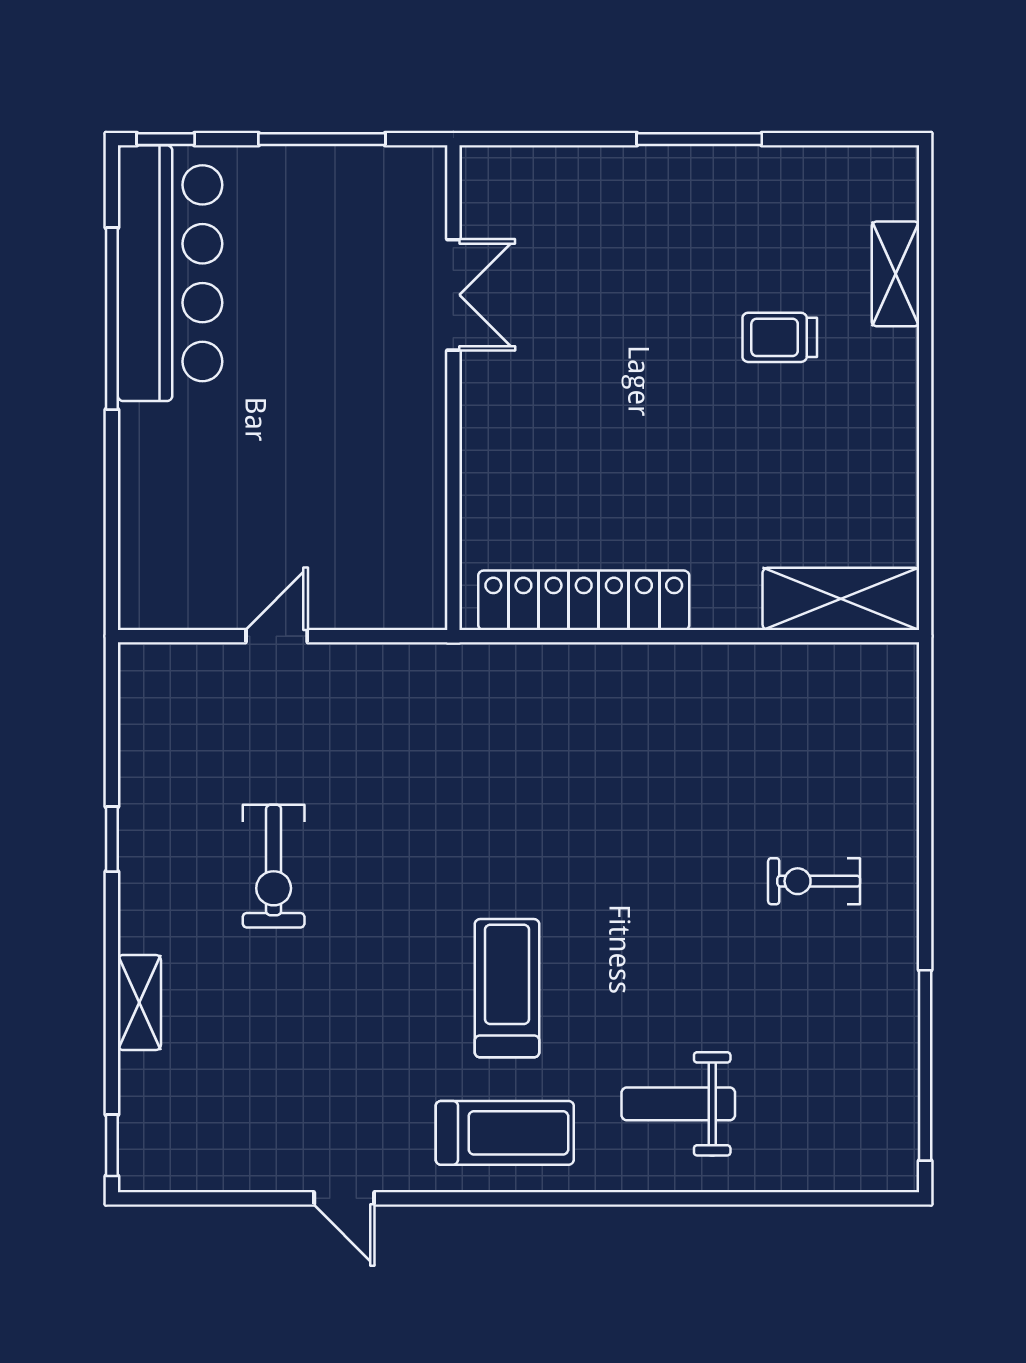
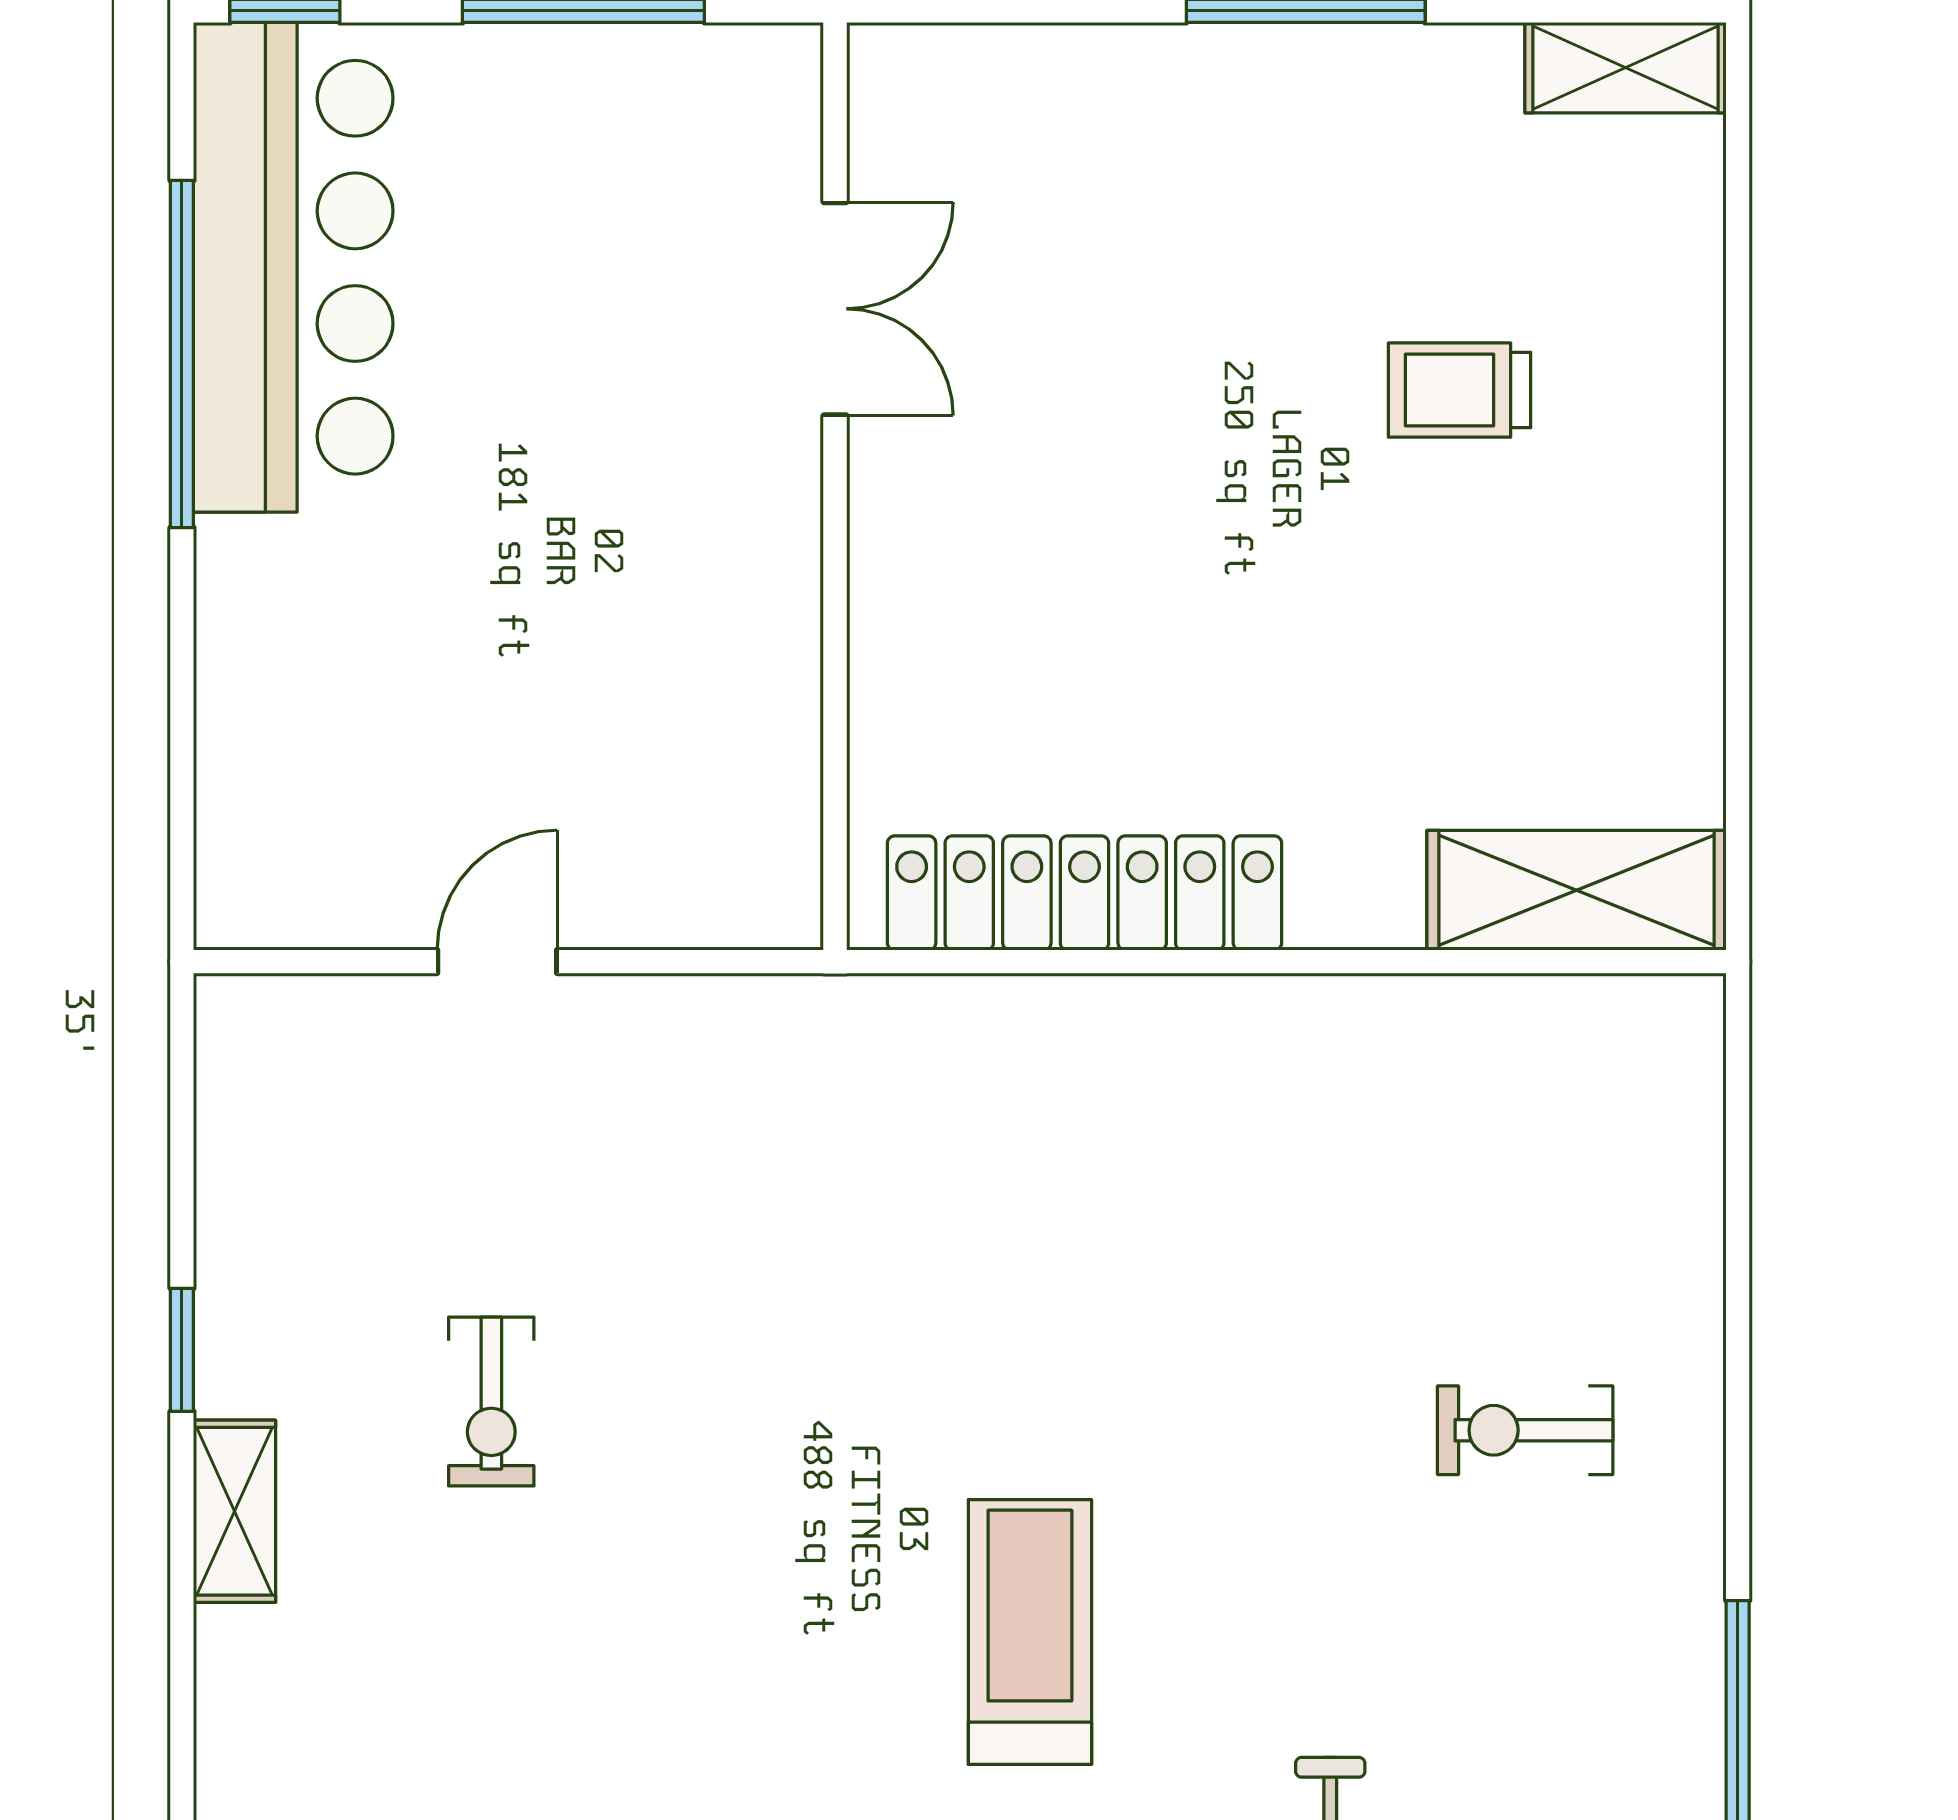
shelving: (895, 274) -> (1626, 68), moved, turned 90
exercise bike: (274, 866) -> (491, 1401), width x0.73, depth x0.72
treadmill: (507, 988) -> (1030, 1632), moved
shelving: (139, 1003) -> (235, 1511), moved

